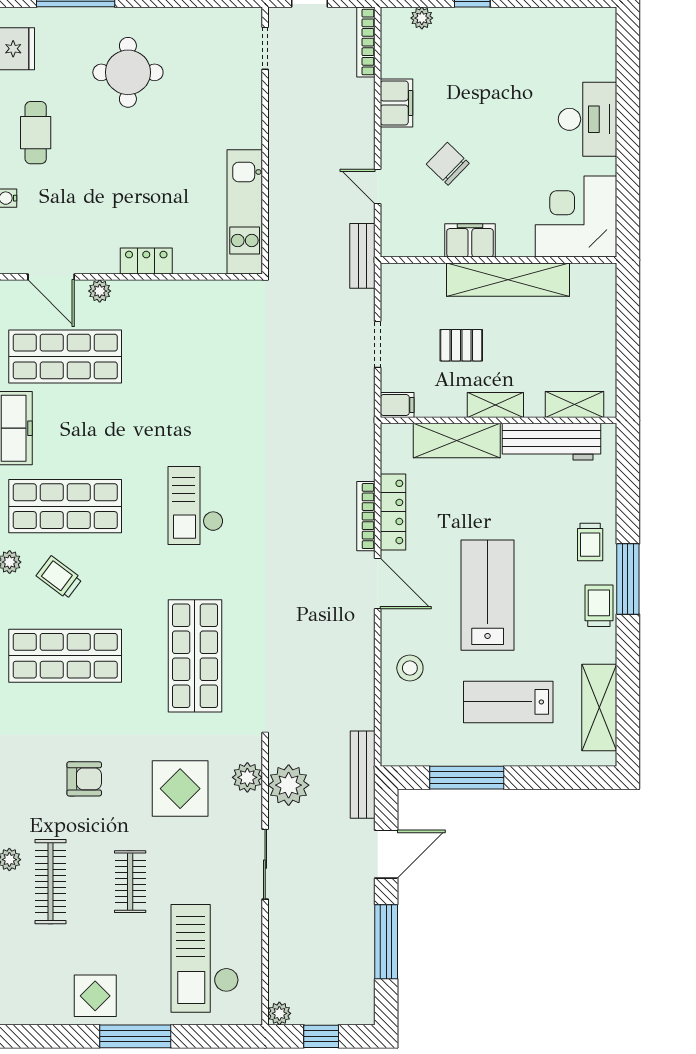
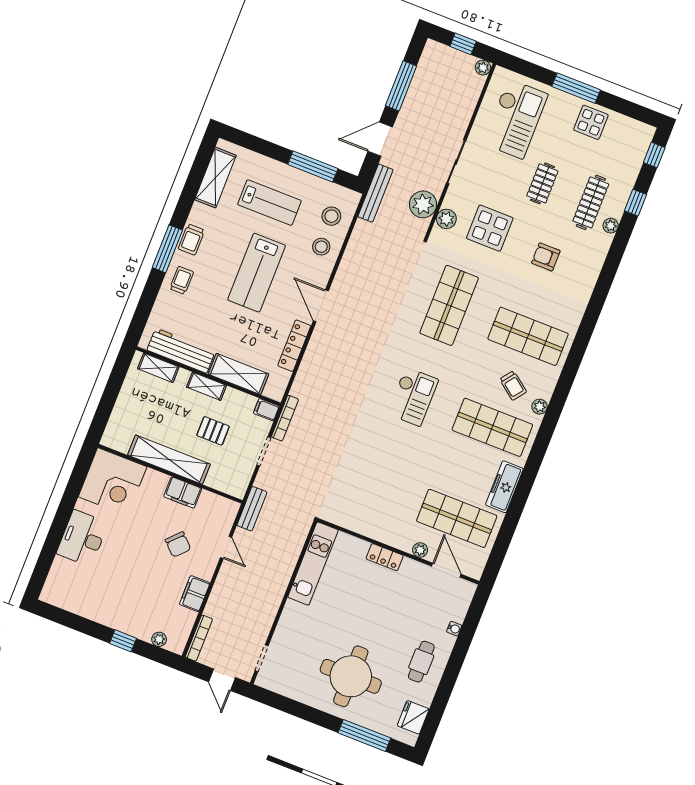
round table: (128, 72) -> (351, 676), width x1.36, depth x1.36
bookcase: (366, 516) -> (285, 418), moved
stool: (412, 717) -> (331, 216), added

